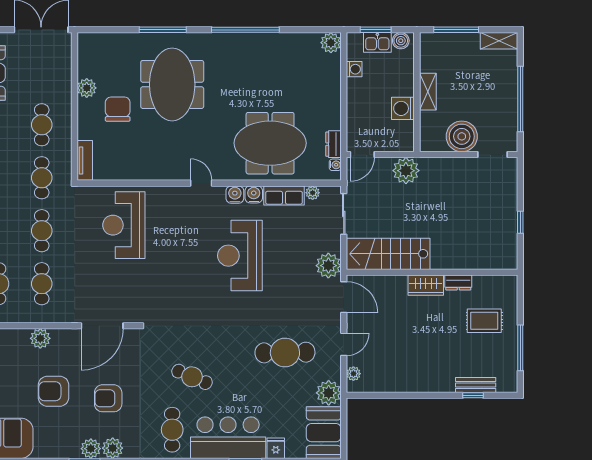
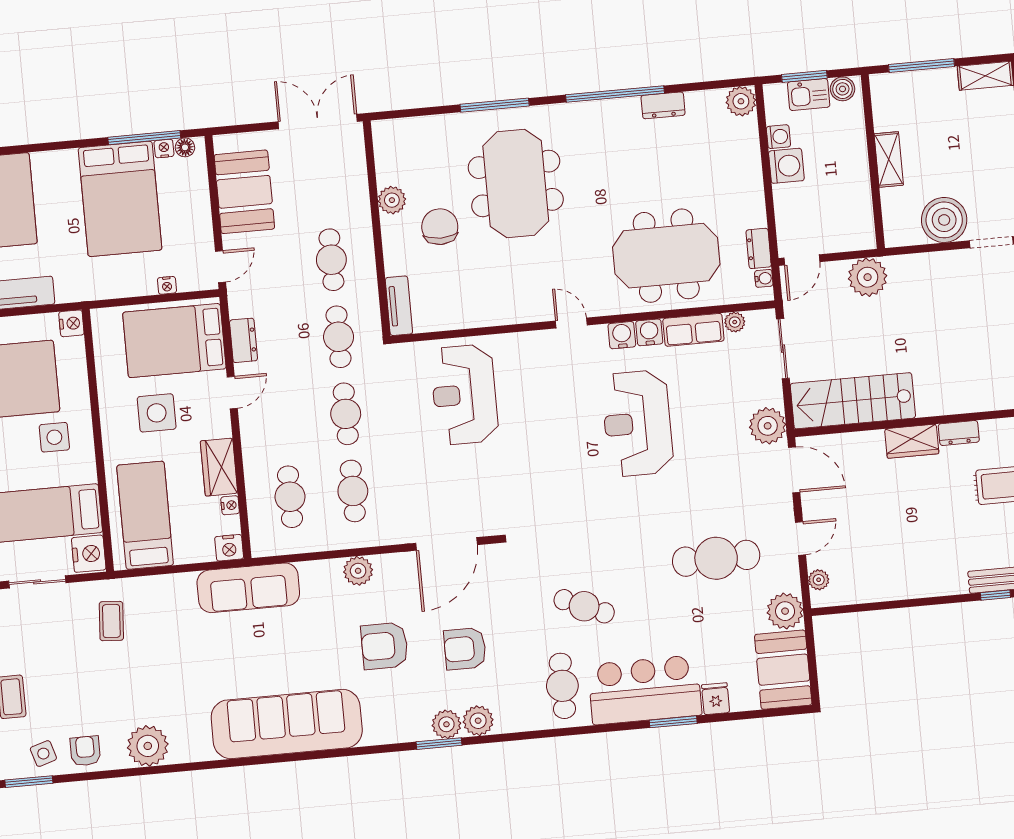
dresser: (277, 41) -> (663, 105), added
washing machine: (403, 108) -> (786, 166), moved, turned 180

